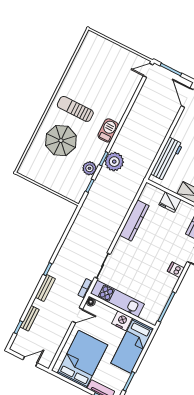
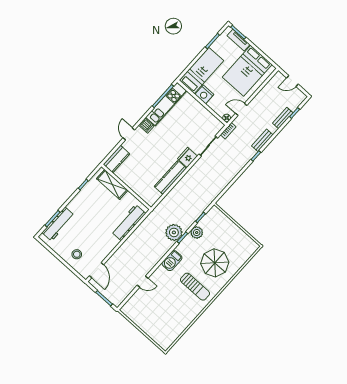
door: (148, 70) -> (143, 282), moved
fridge: (170, 202) -> (187, 157), moved, turned -90
kitchen unit: (117, 299) -> (166, 104), moved, turned -90

